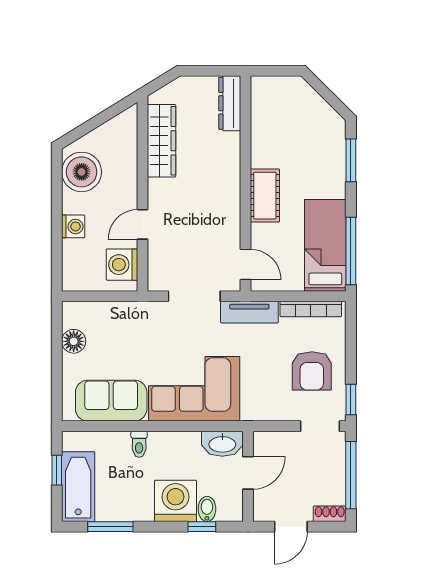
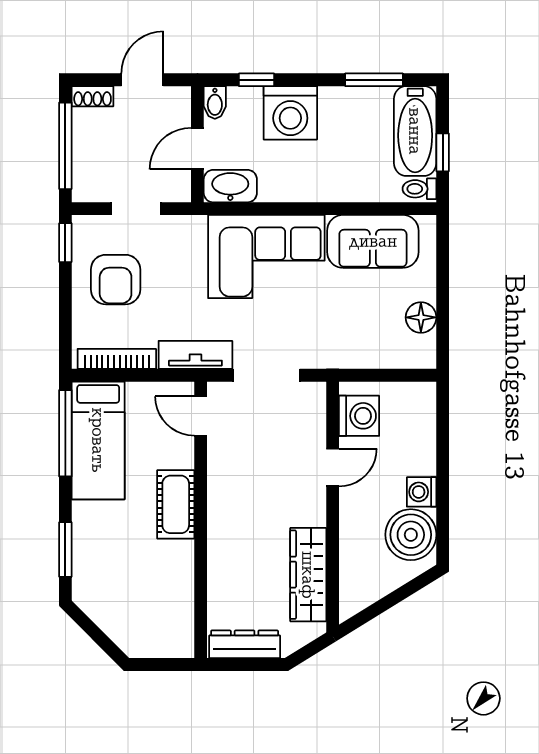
dresser: (230, 103) -> (245, 644), moved, turned -90
washing machine: (73, 226) -> (422, 492), moved
armchair: (312, 371) -> (116, 280), turned 180
doorway: (320, 426) -> (136, 209), moved
toilet: (139, 444) -> (419, 189), moved, turned -90
bidet: (207, 509) -> (215, 102), moved

